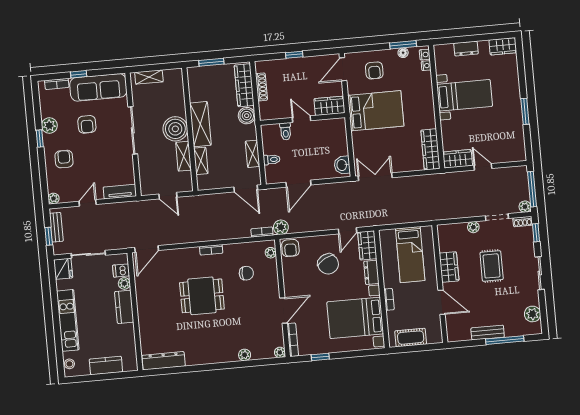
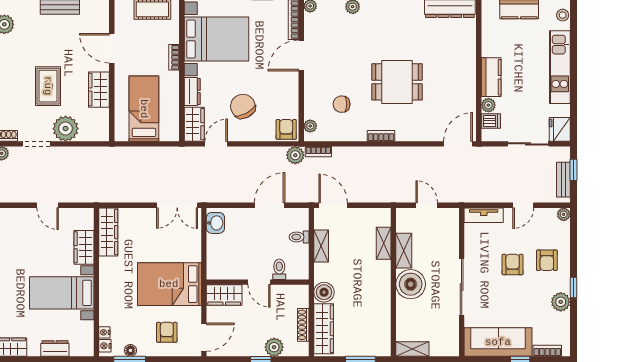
plant: (284, 66) -> (274, 347), added
shelving: (149, 77) -> (412, 349), moved
armchair: (87, 124) -> (513, 265), moved
shelving: (200, 124) -> (380, 287), removed
wardrobe: (458, 159) -> (84, 247), moved, turned 90
plant: (473, 227) -> (66, 129), width x1.88, depth x1.88

